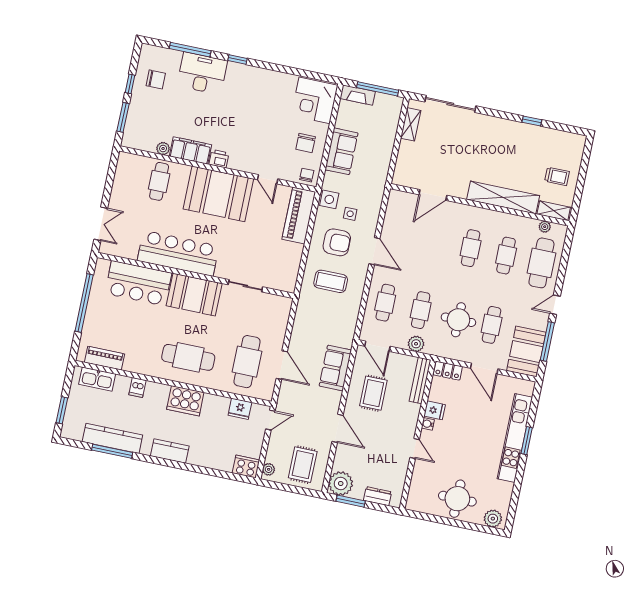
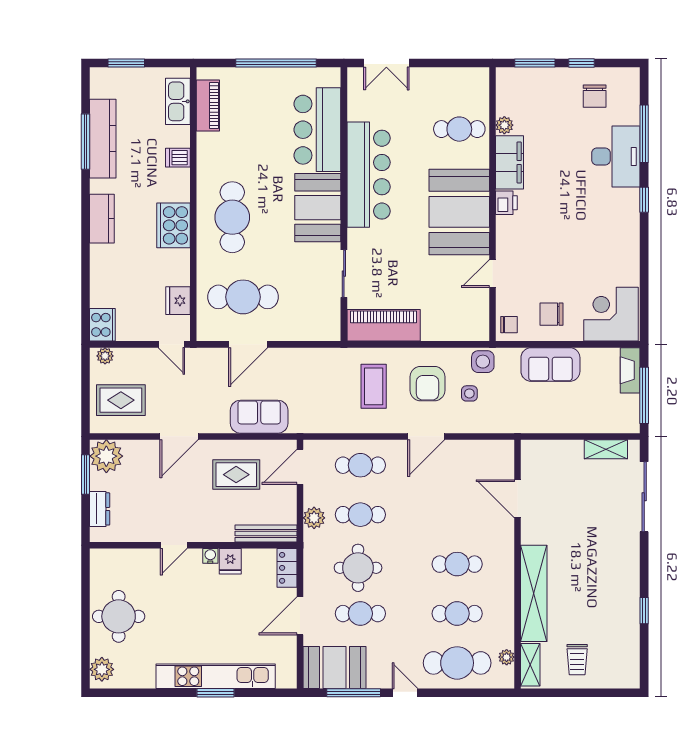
piano: (299, 216) -> (384, 325), moved

